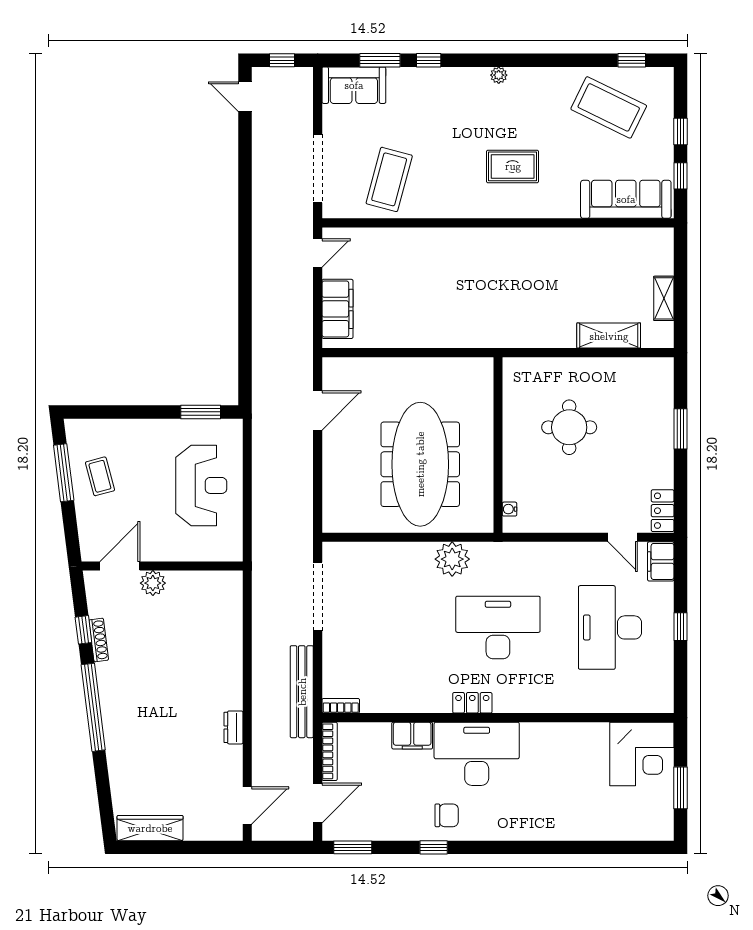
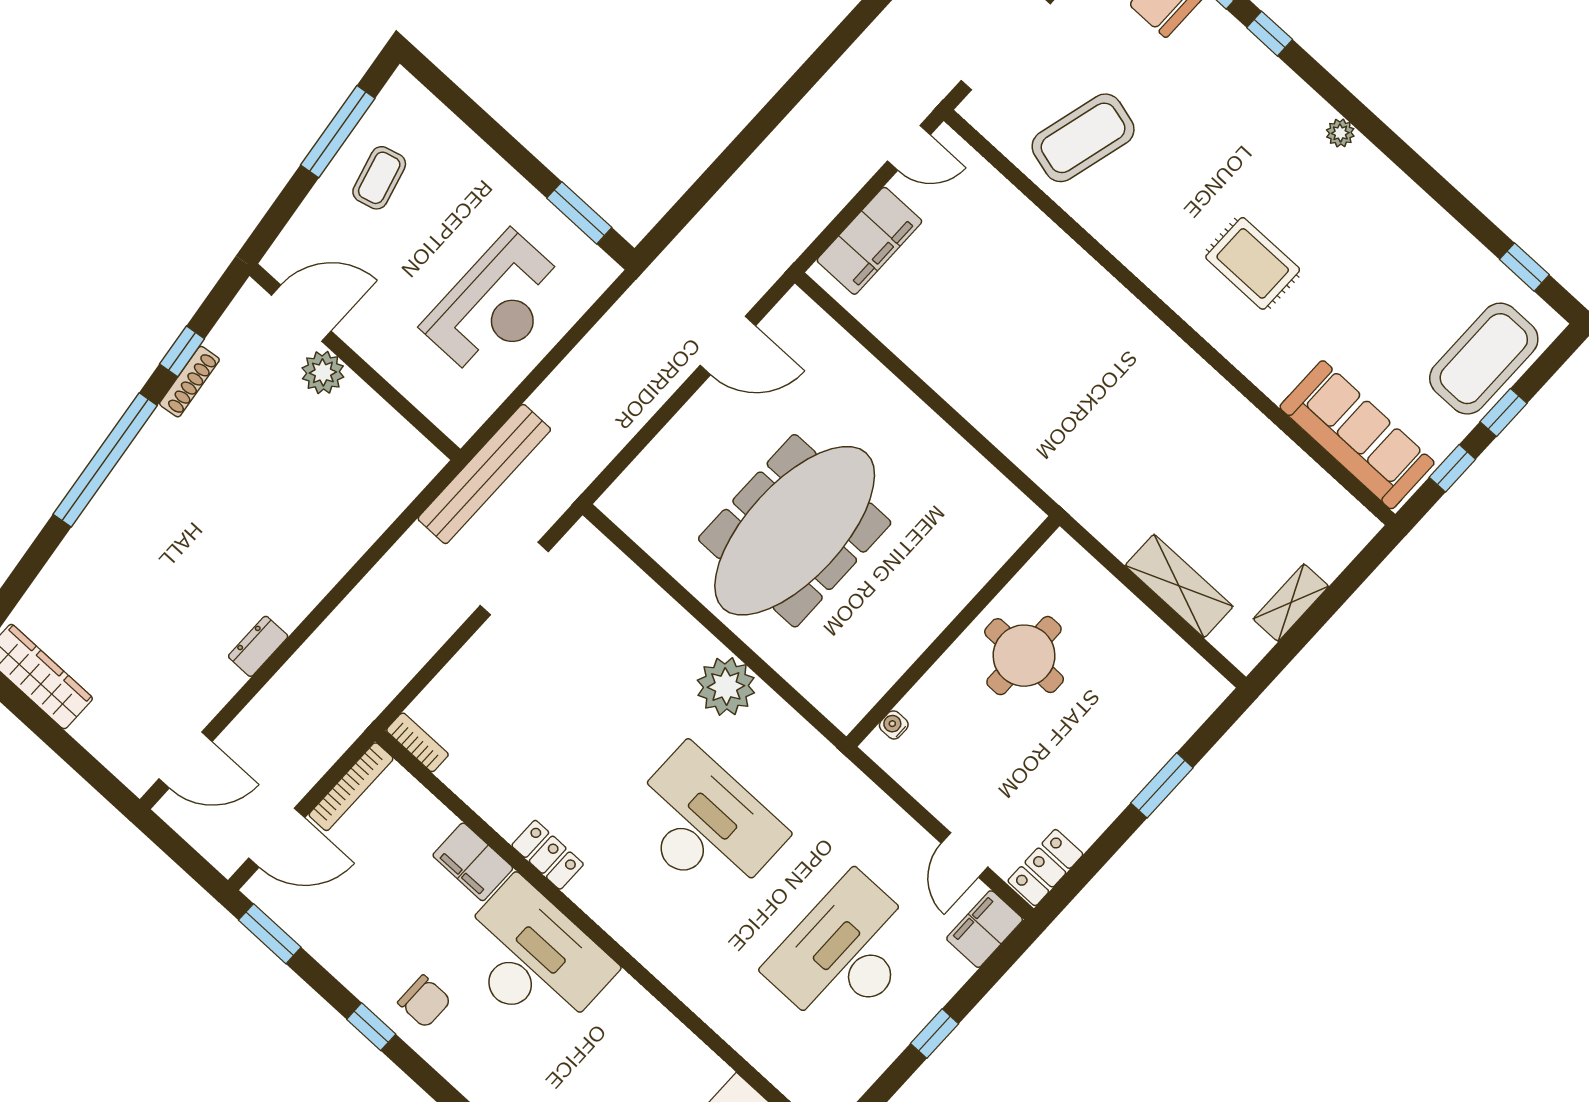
coffee table: (609, 107) -> (1484, 359), moved, turned 64
wall: (498, 445) -> (953, 631), moved
water cooler: (509, 509) -> (894, 725), moved
doorway: (318, 596) -> (514, 579), width x0.73
bench: (302, 692) -> (484, 474), moved
locker: (472, 703) -> (548, 855), moved

